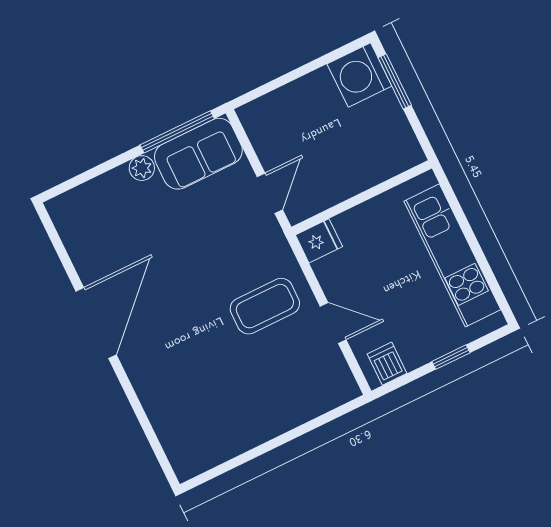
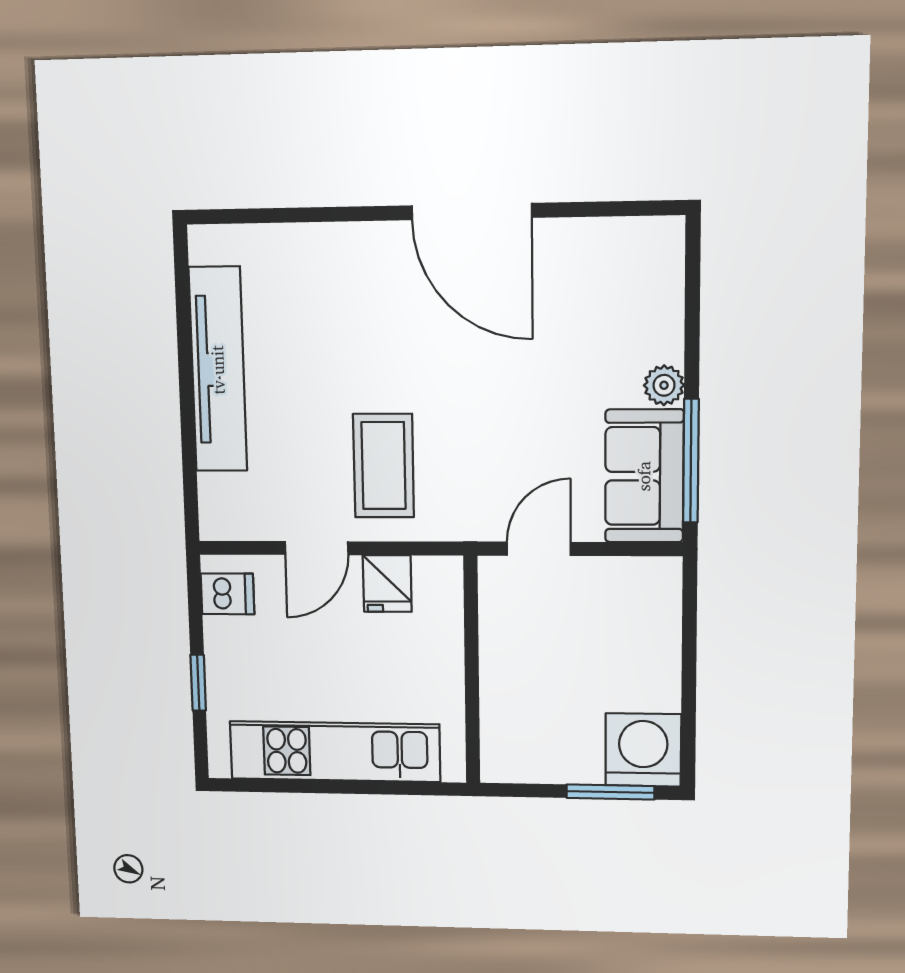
door: (270, 193) -> (539, 549), swing flipped
fridge: (319, 241) -> (387, 584), moved
tv unit: (255, 429) -> (218, 370), added

